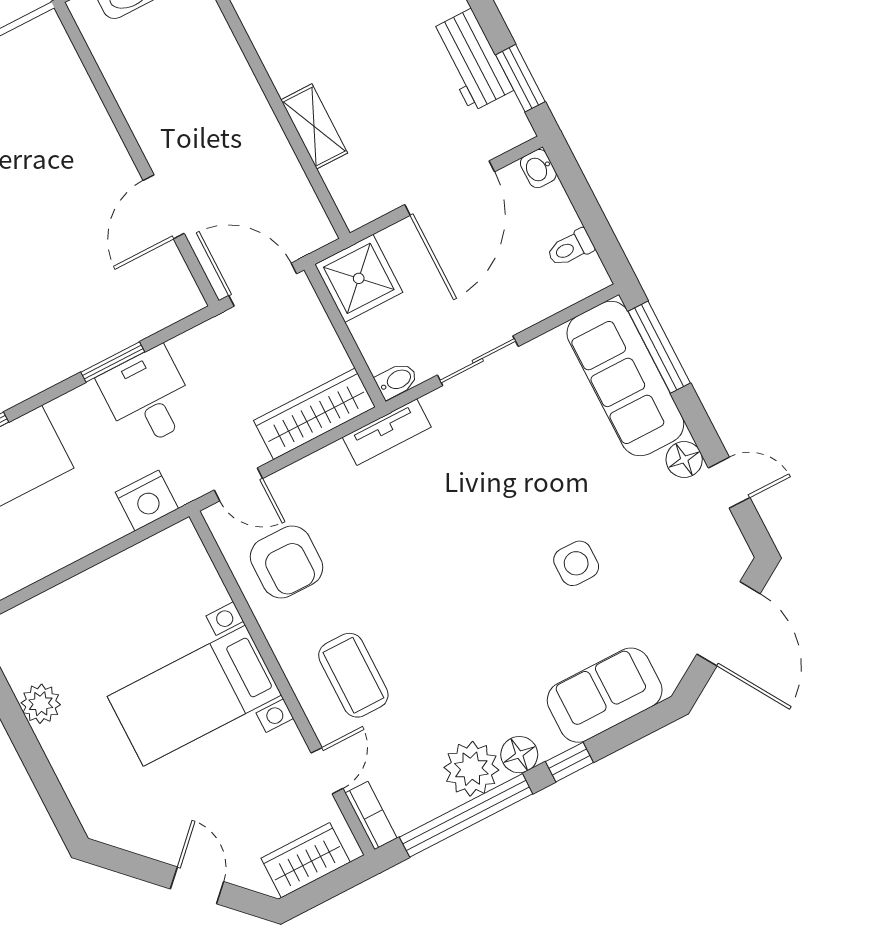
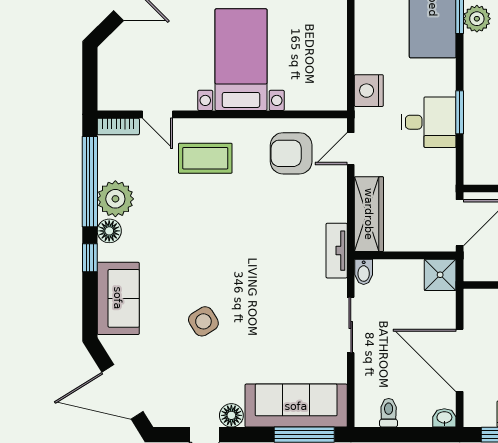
shower: (359, 278) -> (440, 275), width x0.73, depth x0.73
side table: (576, 563) -> (203, 321), turned -32
wardrobe: (306, 860) -> (112, 75), removed

